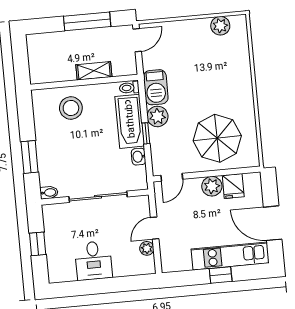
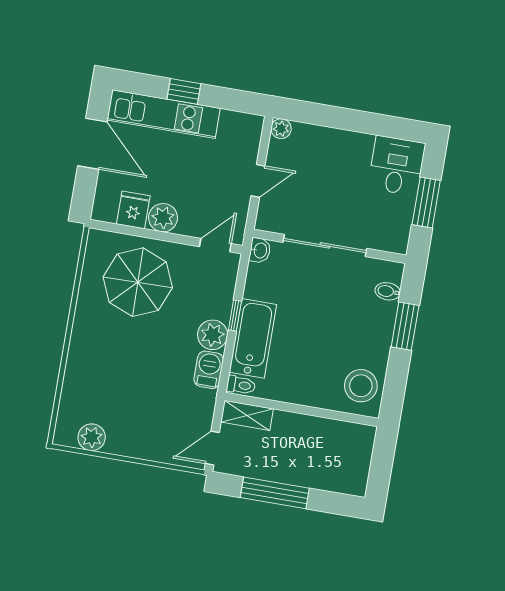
shelving: (94, 71) -> (247, 415), moved
barbecue: (156, 87) -> (209, 370), width x0.73, depth x0.79
stool: (71, 108) -> (361, 386), moved
washbasin: (139, 157) -> (260, 250), moved
bidet: (49, 193) -> (388, 291), moved
window: (38, 244) -> (426, 202), width x1.50
plant: (147, 248) -> (281, 129), moved
desk: (93, 261) -> (397, 166), moved

